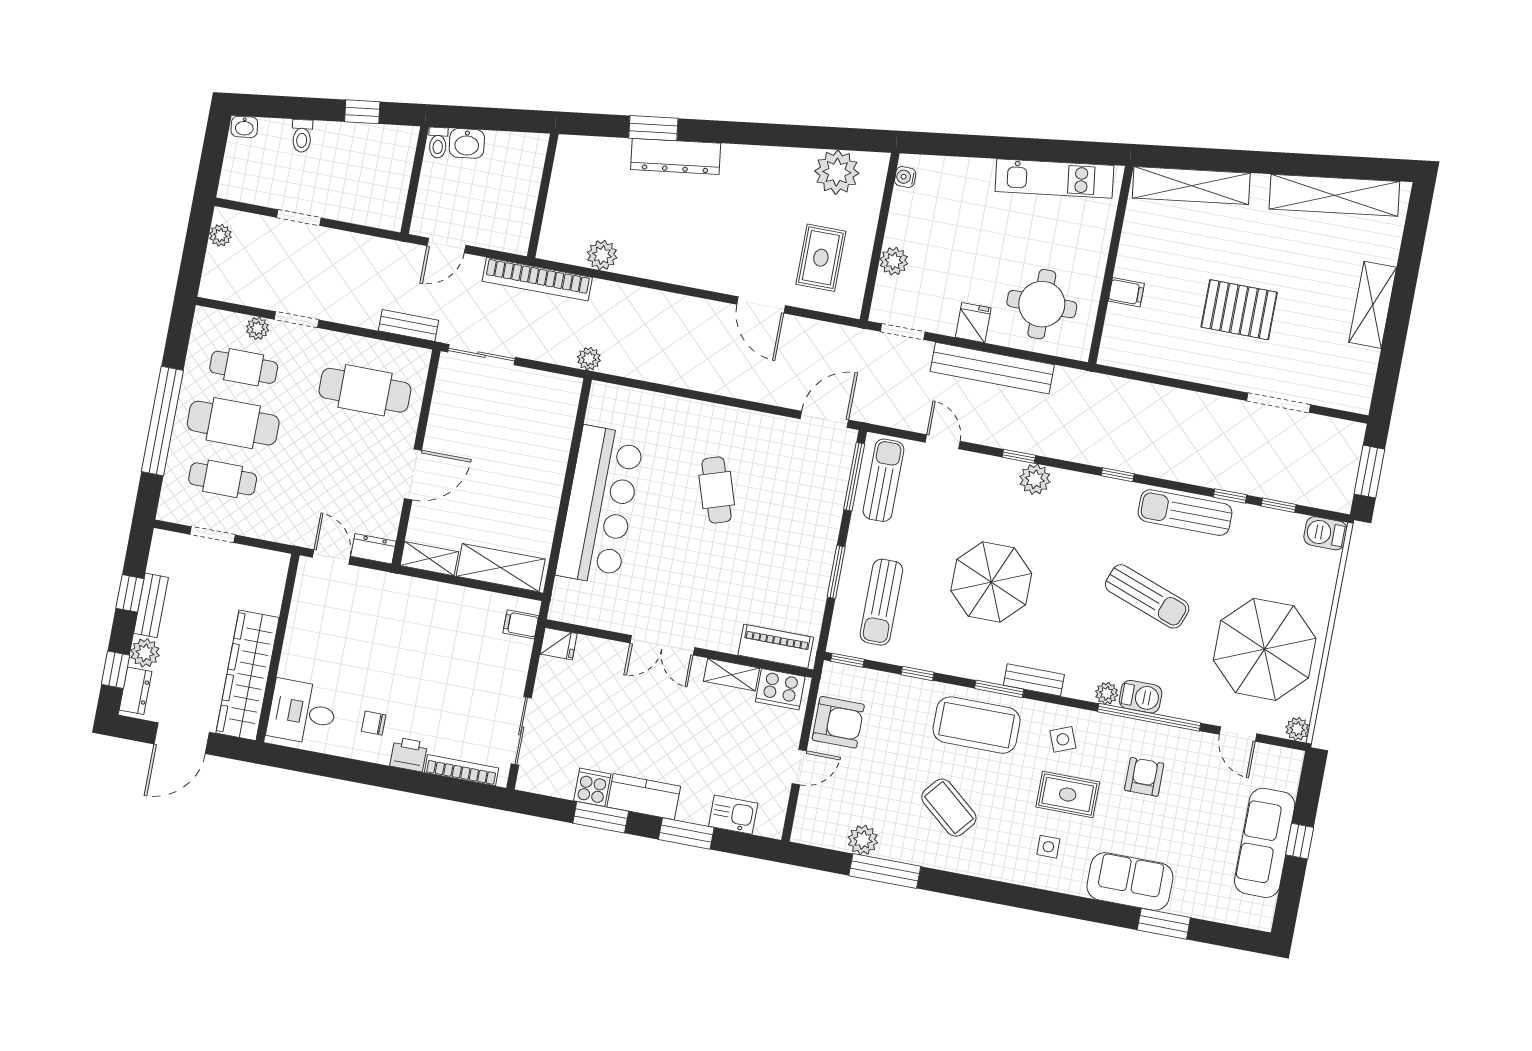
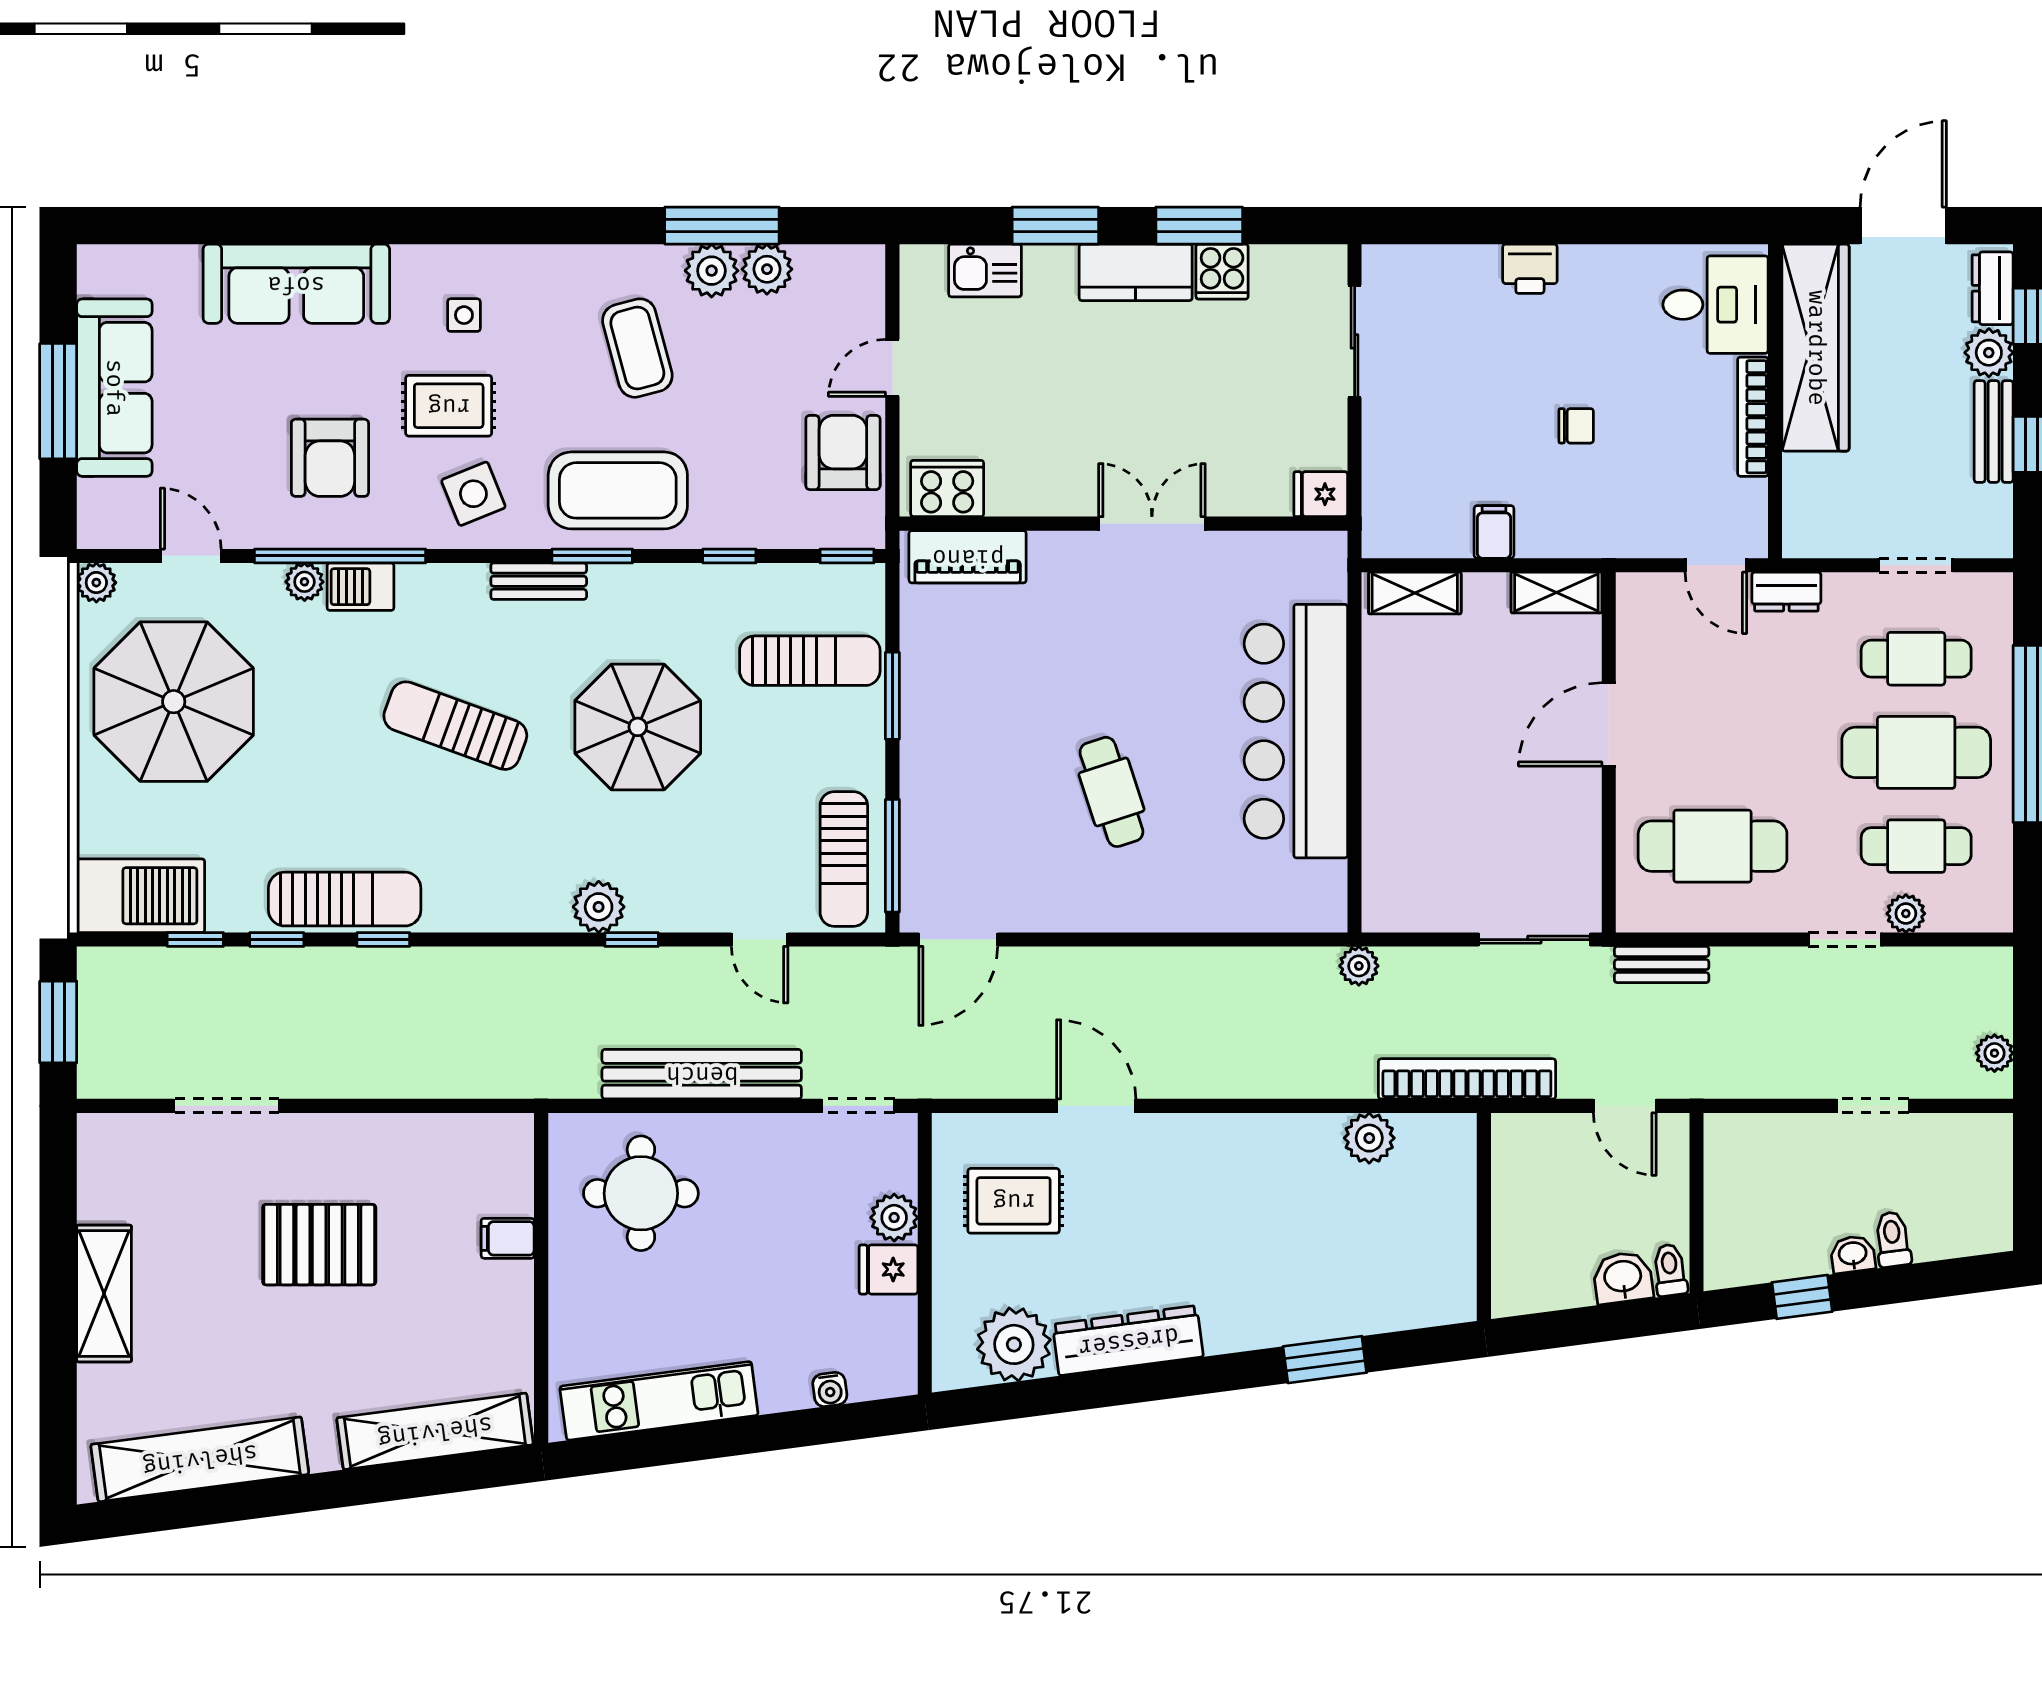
washbasin: (244, 127) -> (1853, 1254), moved
dresser: (676, 156) -> (1128, 1341), moved
water cooler: (905, 177) -> (830, 1389), moved, turned 83
door: (446, 245) -> (1625, 1106), swing flipped
rug: (821, 258) -> (1014, 1201), turned 90
fridge: (973, 323) -> (888, 1269), moved, turned 90
window: (1118, 475) -> (383, 940), moved
barbecue: (1325, 533) -> (141, 896), width x1.88, depth x1.53
dresser: (373, 549) -> (1786, 592), moved
shelving: (501, 568) -> (1415, 593), width x0.67, depth x0.75
sun lounger: (1147, 596) -> (455, 726), moved
sun lounger: (881, 602) -> (810, 661), turned 90
filing cabinet: (521, 624) -> (1494, 532), moved, turned -90
shelving: (731, 675) -> (1031, 497), removed
plant: (1107, 693) -> (304, 582), moved
armchair: (838, 722) -> (843, 452), turned 90
chair: (374, 723) -> (1576, 426), moved
side table: (1063, 739) -> (473, 494), width x1.37, depth x1.37
bookcase: (461, 770) -> (1753, 417), moved, turned 90
armchair: (1144, 777) -> (330, 458), width x1.38, depth x1.38
coffee table: (949, 808) -> (637, 348), turned 35
window: (1300, 841) -> (58, 401), width x2.17
plant: (896, 845) -> (712, 271), added
sofa: (1130, 881) -> (296, 284), width x1.36
window: (1164, 924) -> (253, 226), removed

